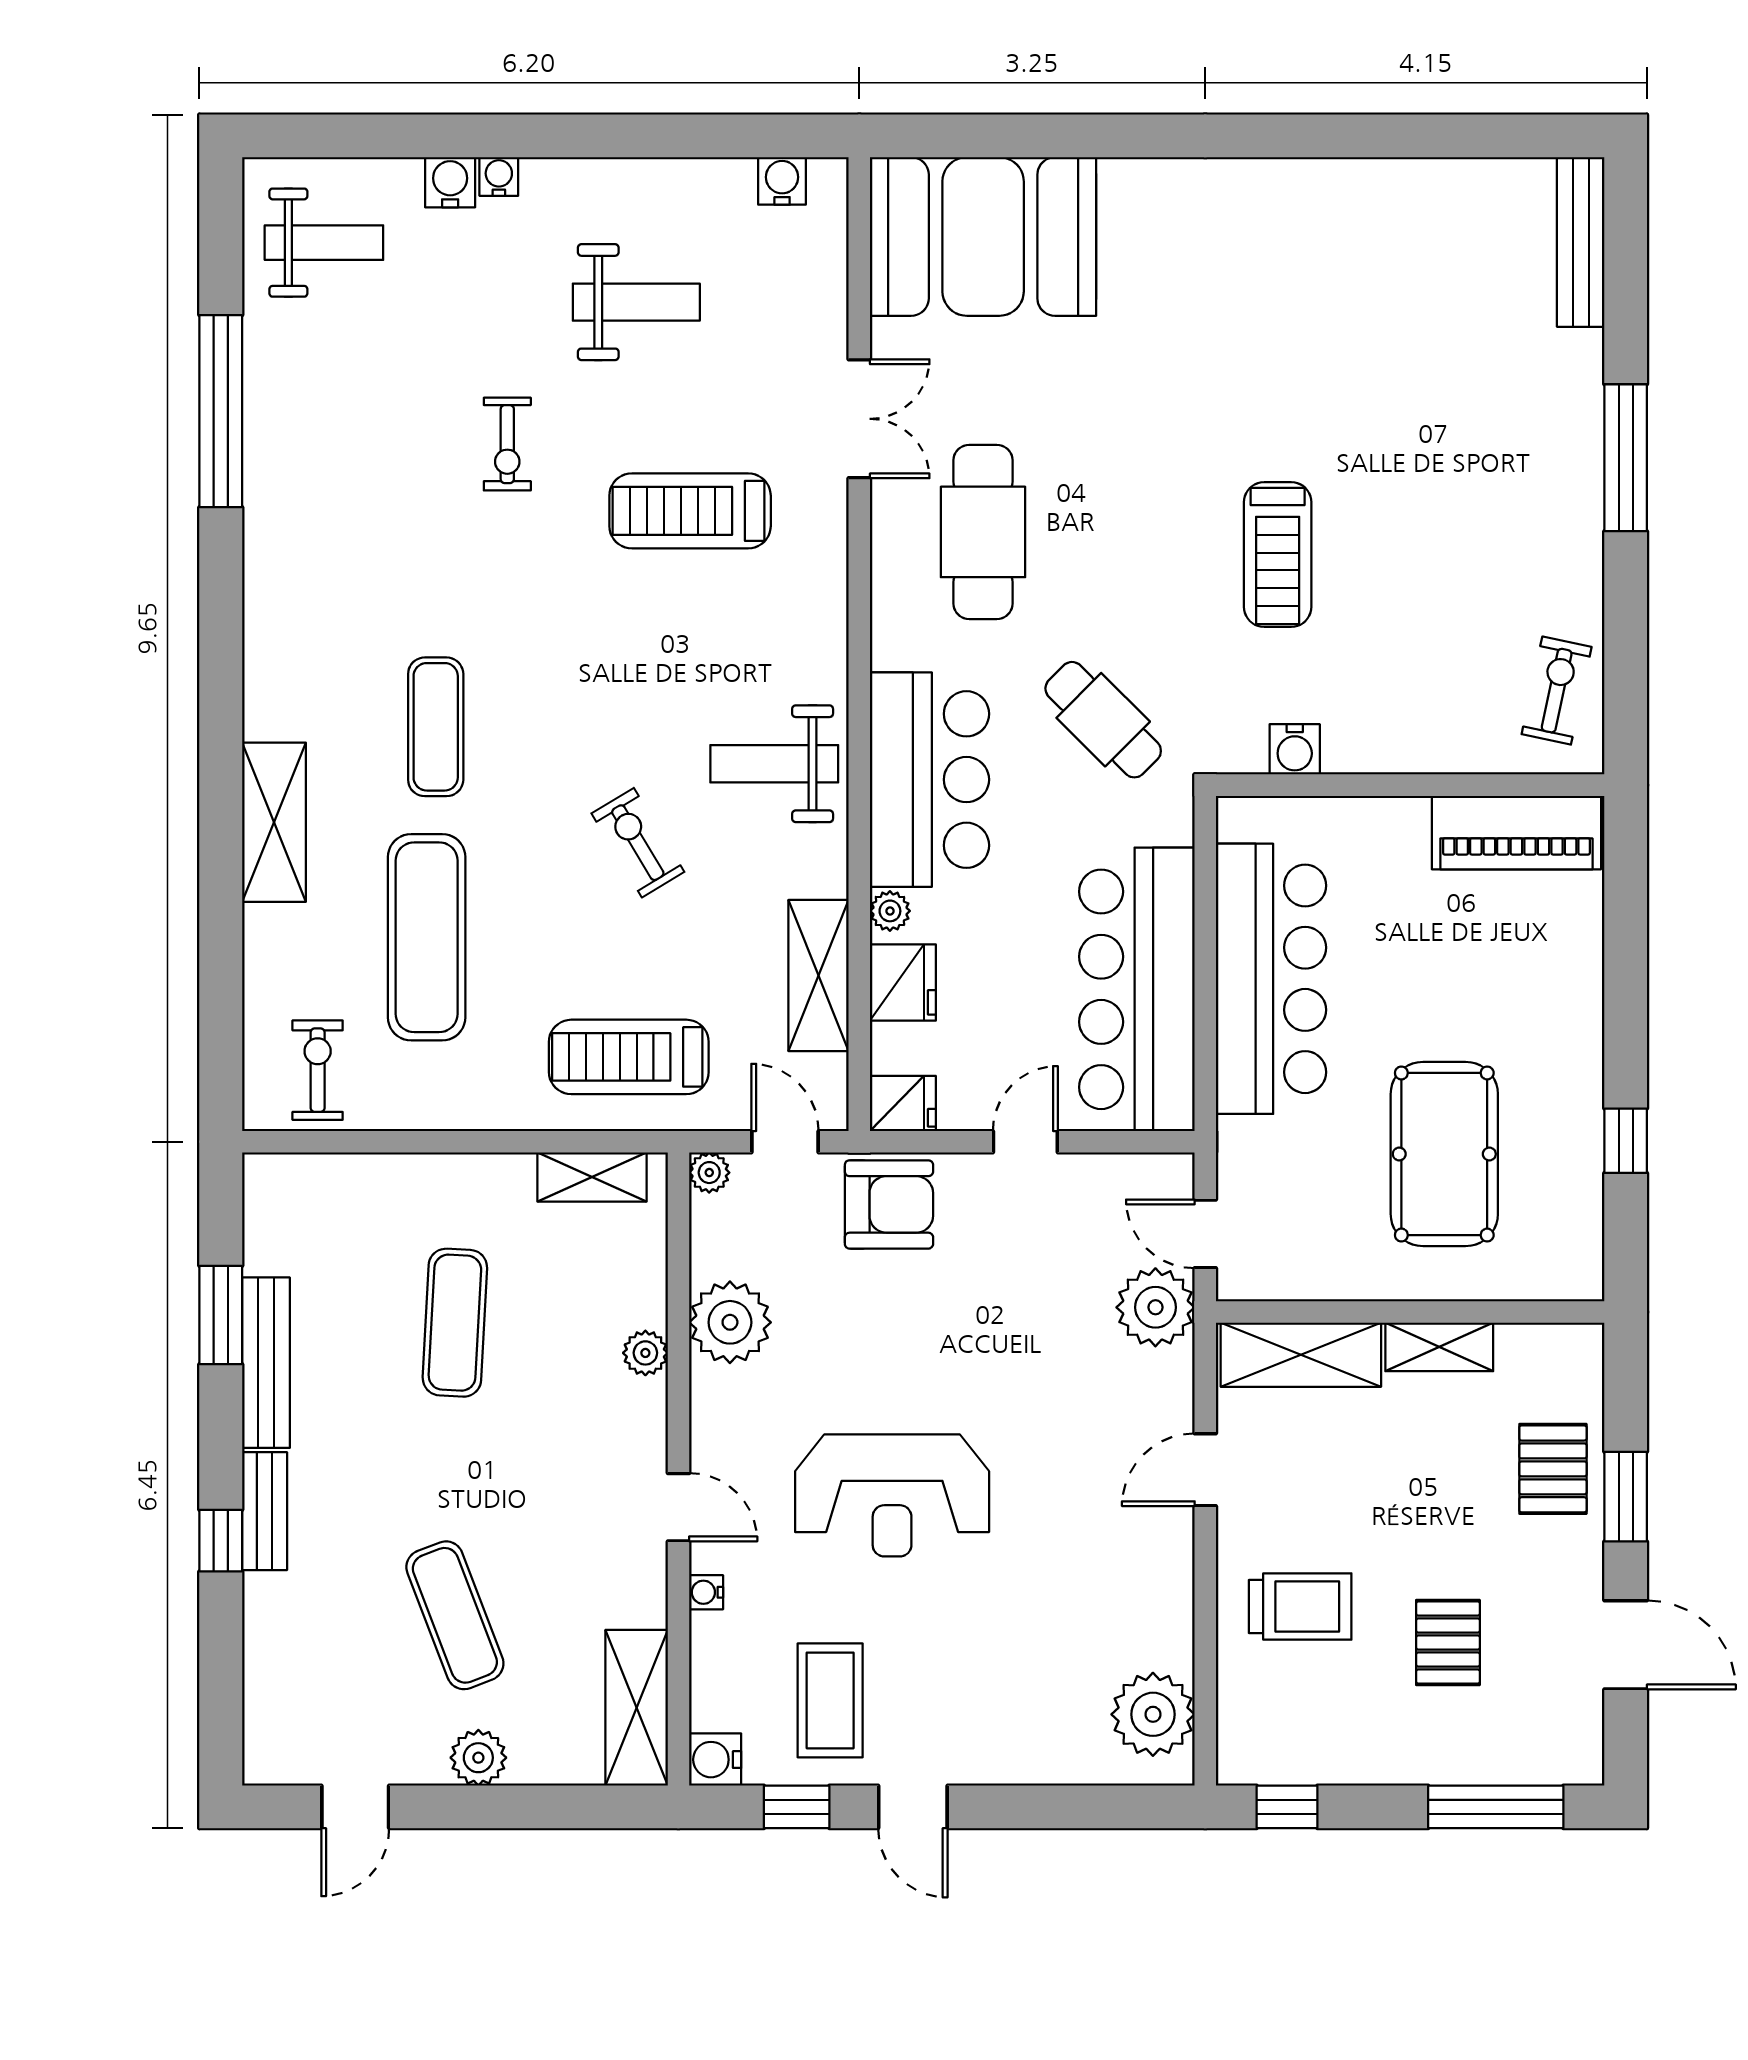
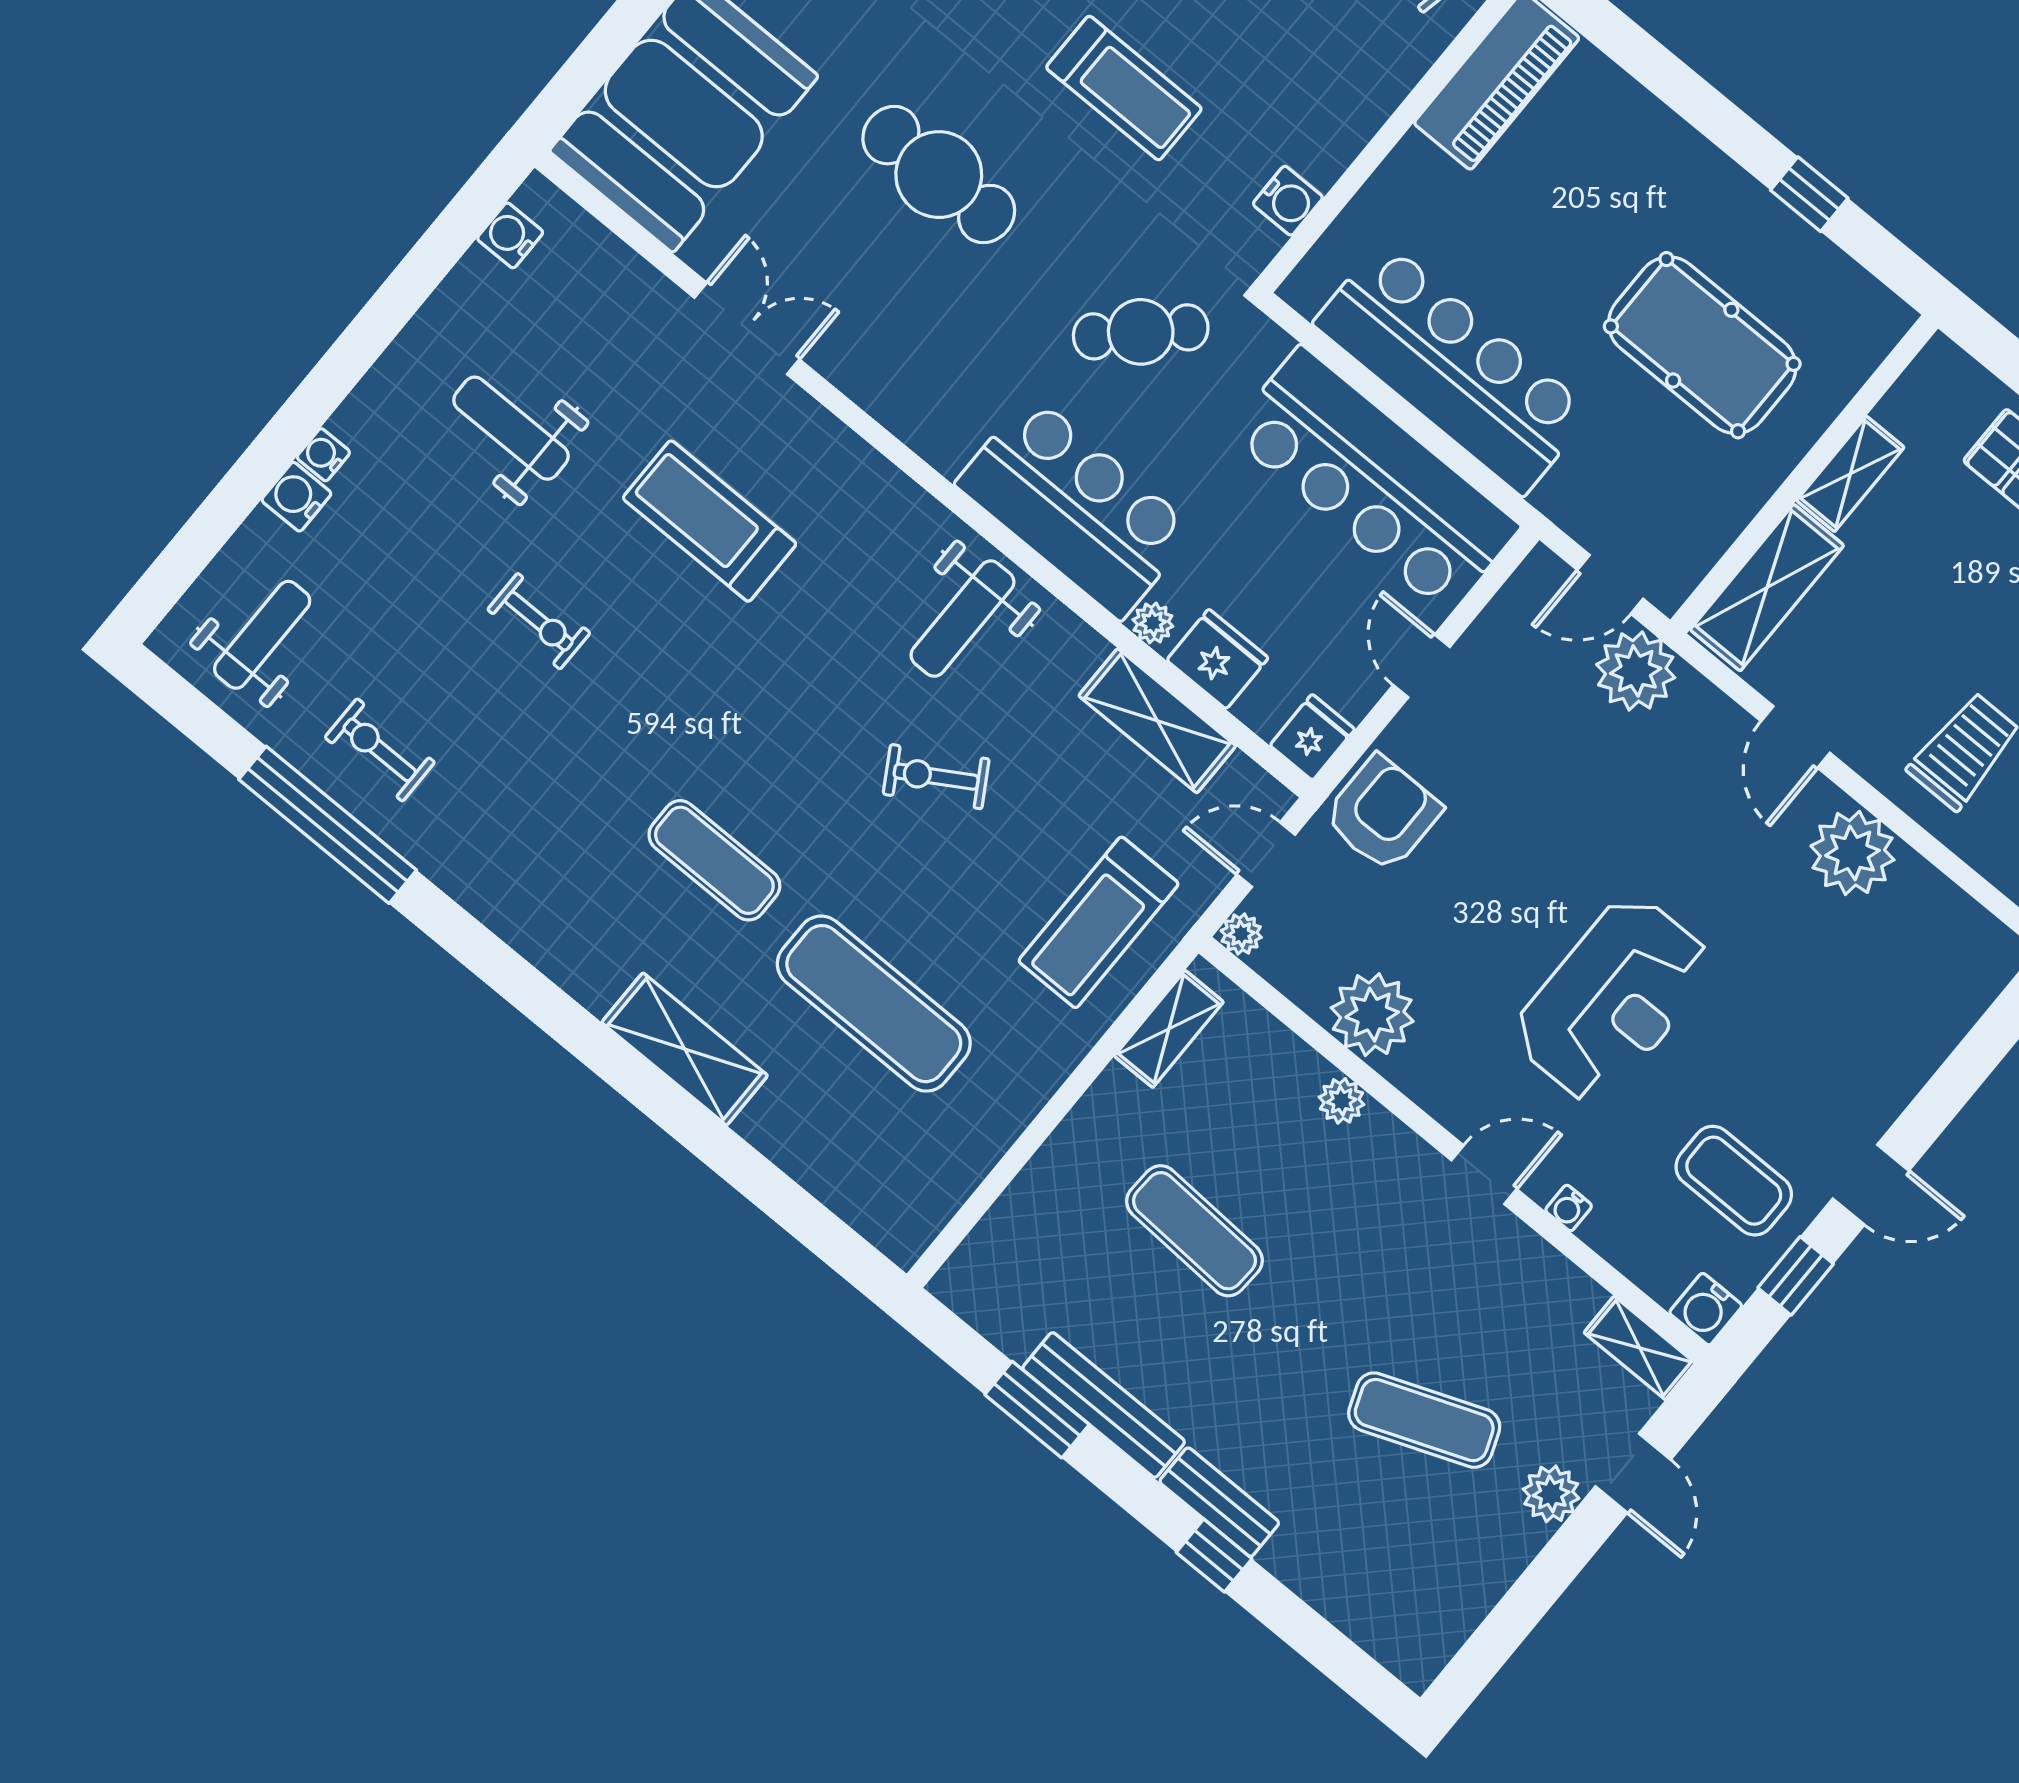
weight bench: (636, 302) -> (511, 428), turned -90
treadmill: (690, 511) -> (710, 521), turned 90
cafe table: (983, 532) -> (939, 175), moved
exercise bike: (318, 1070) -> (380, 750), moved
shelving: (637, 1708) -> (1640, 1348), width x0.67, depth x0.75
plant: (1153, 1714) -> (1852, 853), moved
door: (355, 1807) -> (1633, 1473), moved

